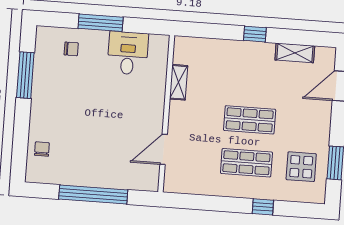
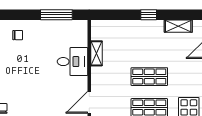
window: (101, 23) -> (56, 15), moved
desk: (128, 53) -> (73, 62), moved, turned 90

